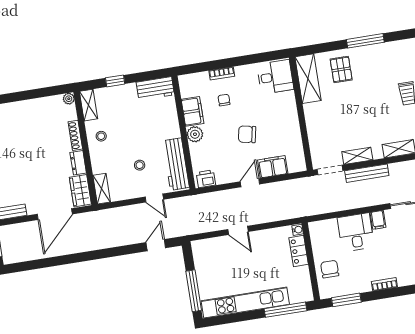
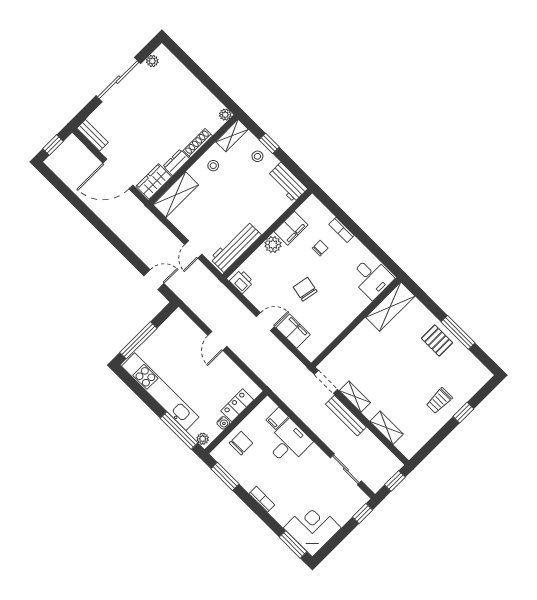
pallet: (341, 69) -> (437, 341), moved, turned 90
stool: (140, 165) -> (257, 156), moved
shelving: (102, 189) -> (176, 195), width x1.50, depth x1.33
filing cabinet: (378, 220) -> (277, 418), moved
water cooler: (298, 230) -> (223, 423), moved
plant: (305, 296) -> (203, 439), added

